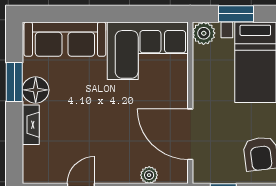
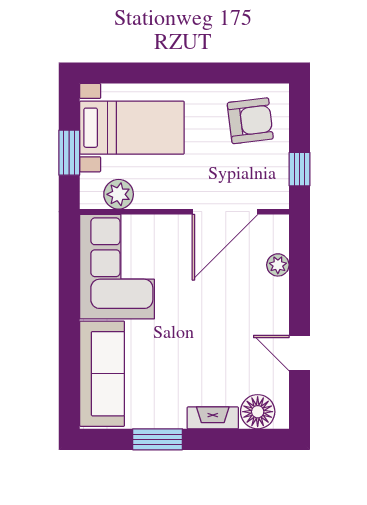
plant: (204, 33) -> (119, 194), moved
floor lamp: (36, 90) -> (258, 412), moved

